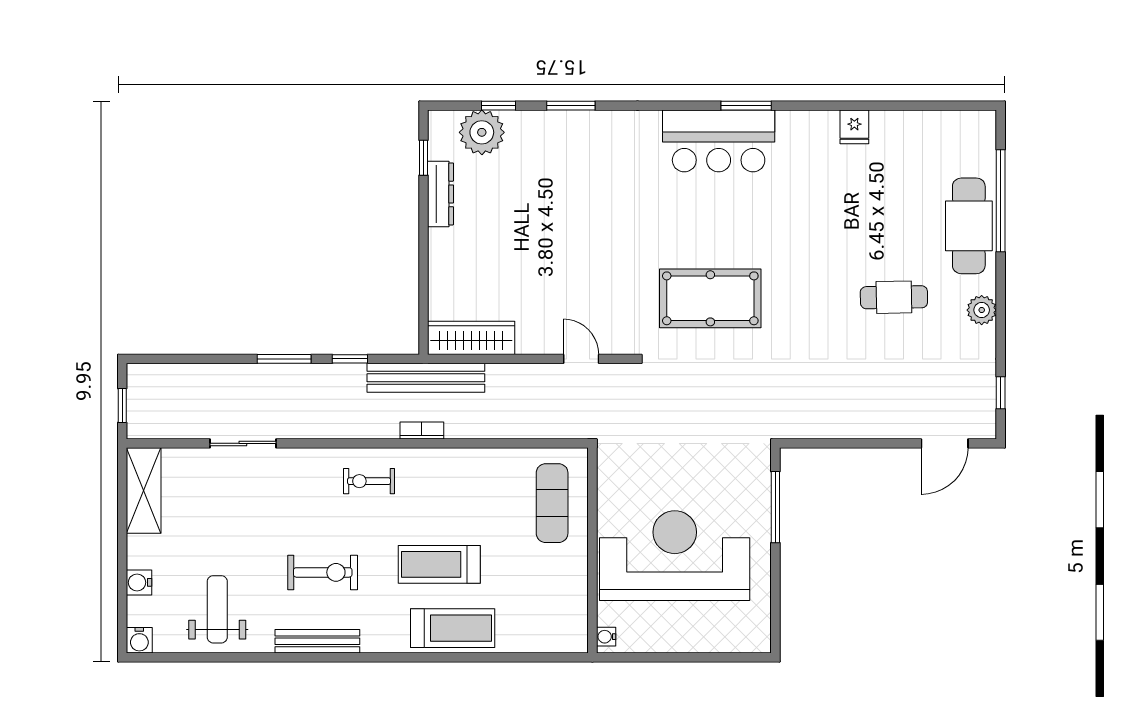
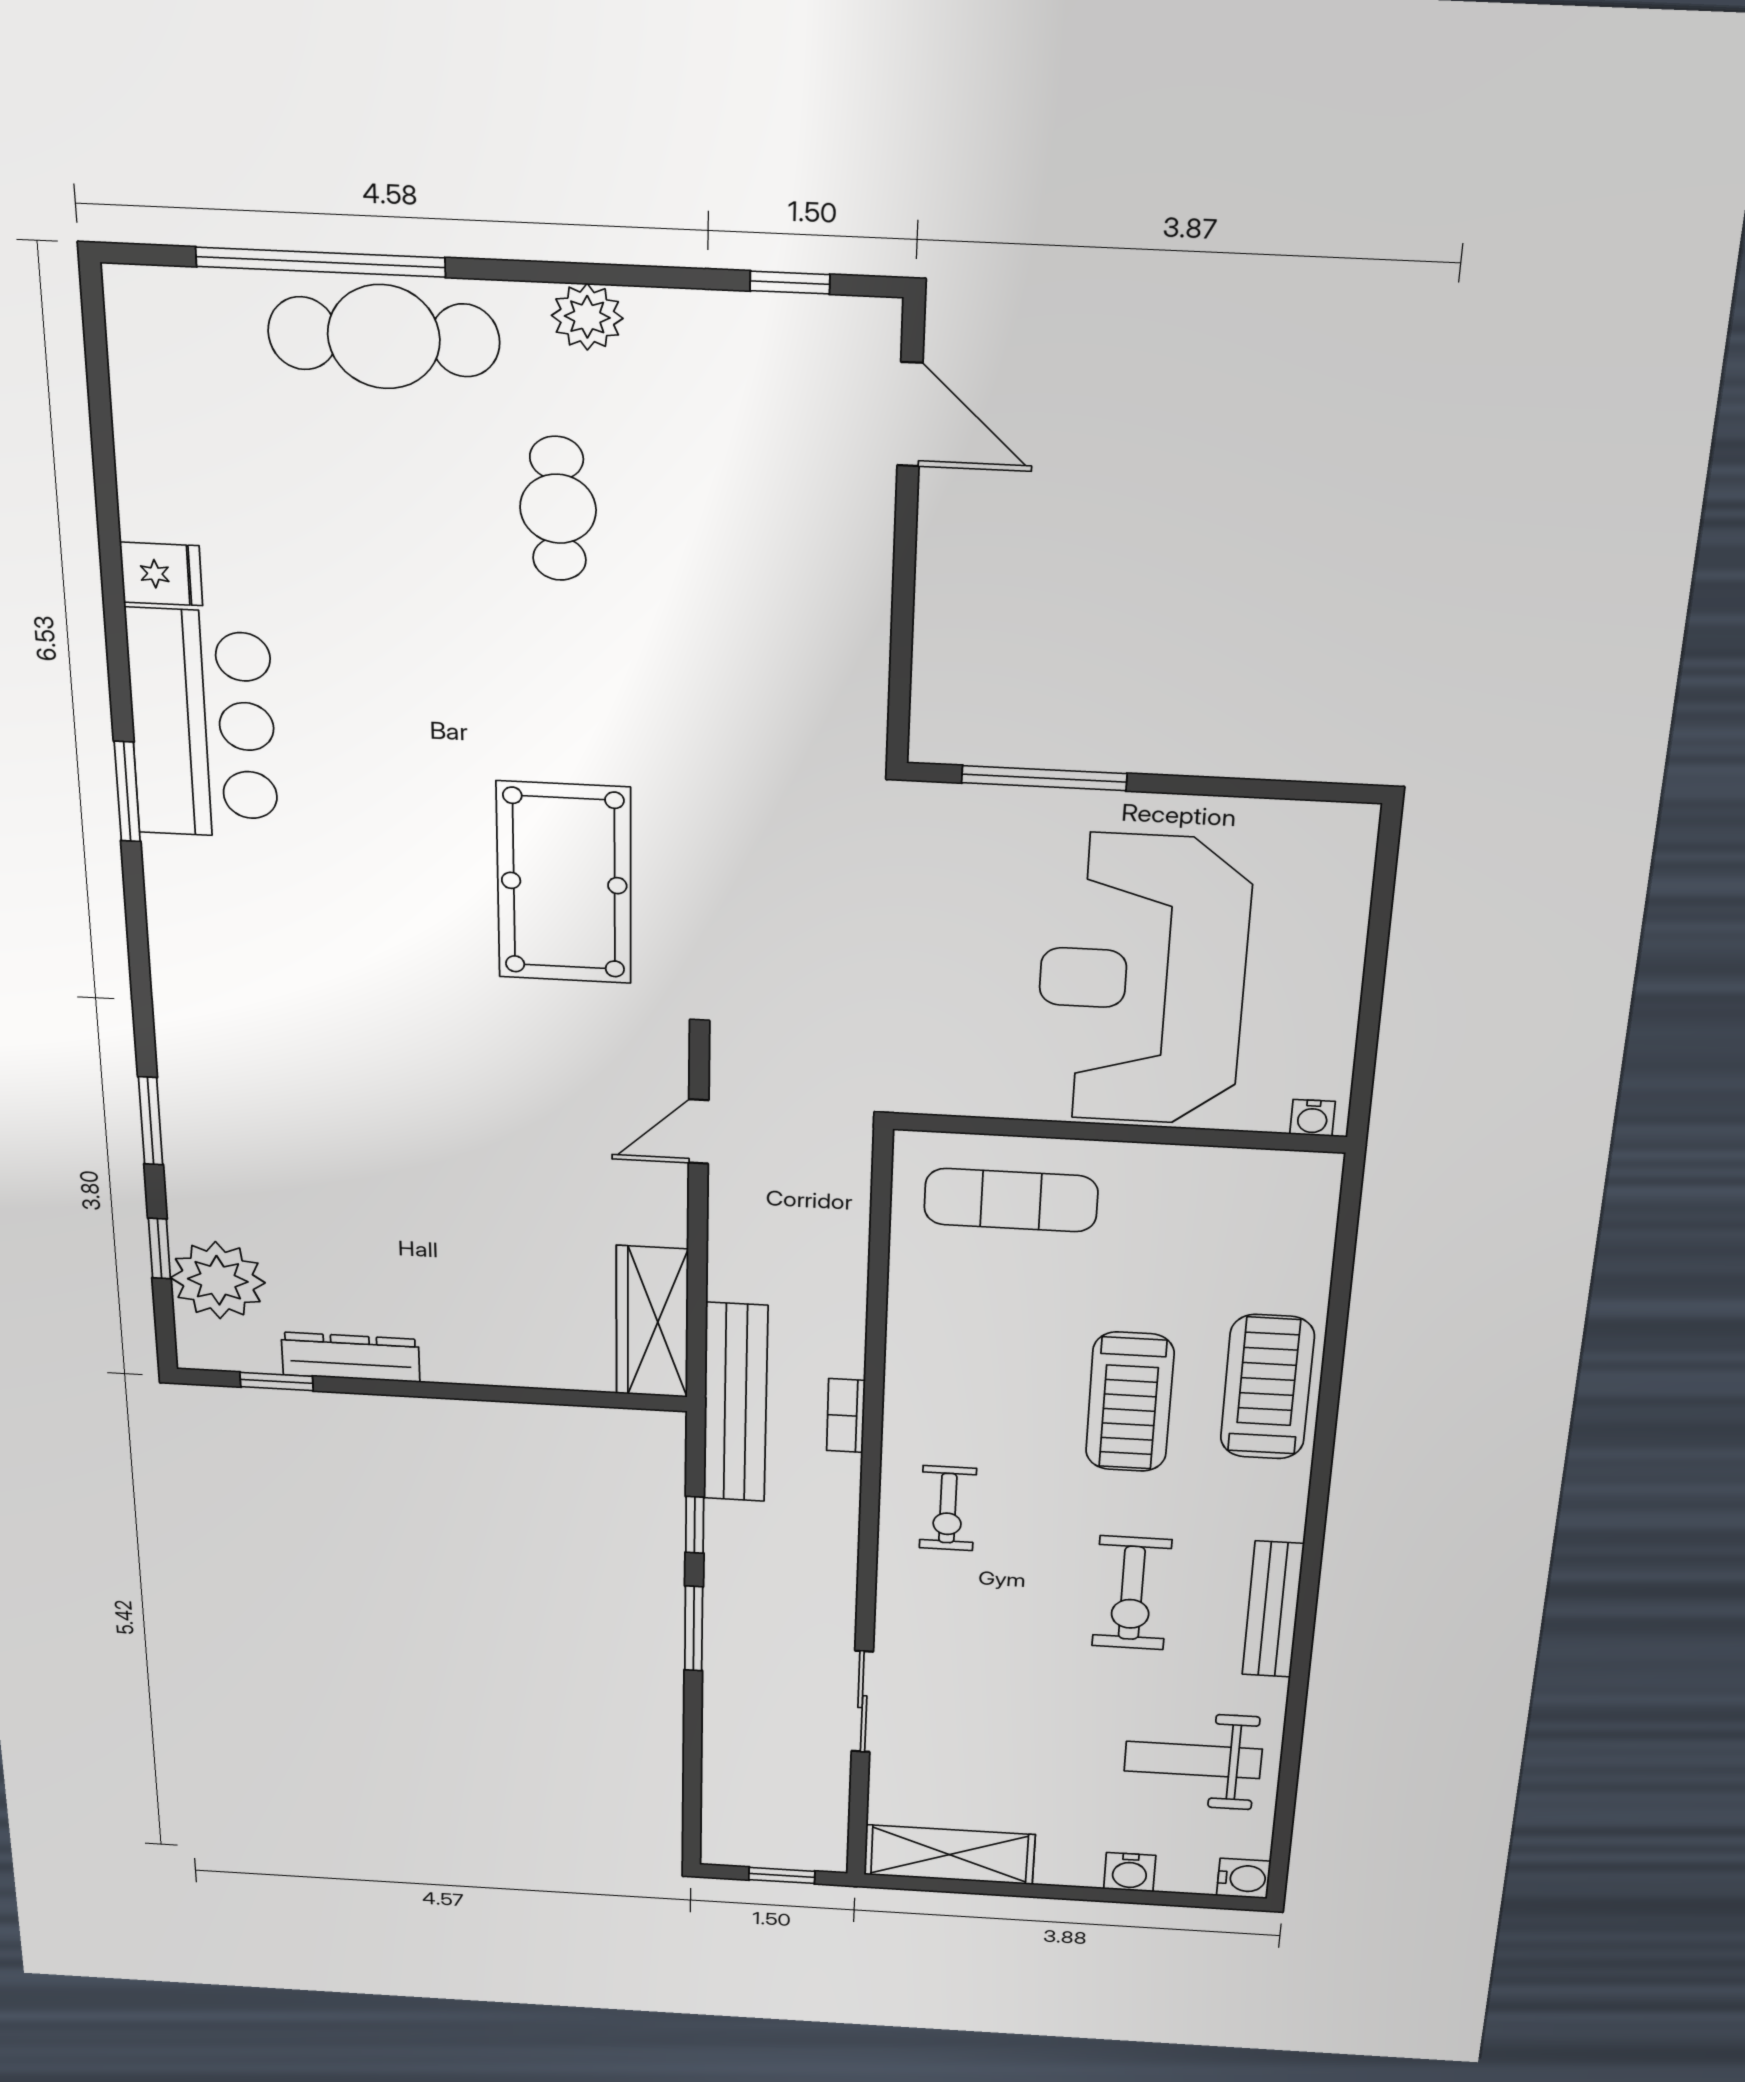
bar counter: (719, 141) -> (203, 724), moved
exercise bike: (323, 572) -> (1132, 1593), turned 180

